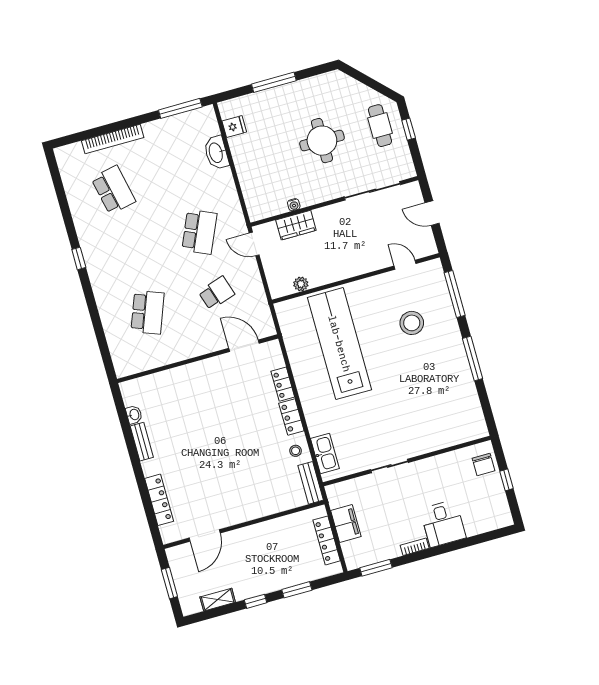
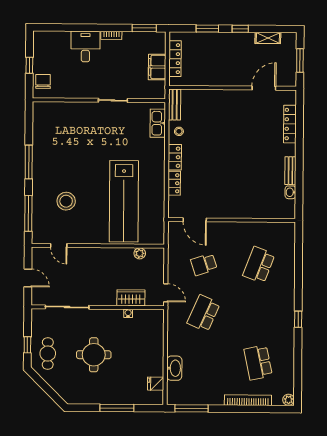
plant: (62, 154) -> (289, 400), added

